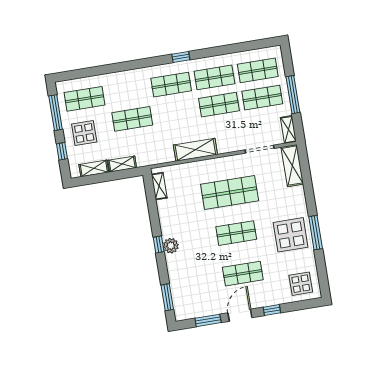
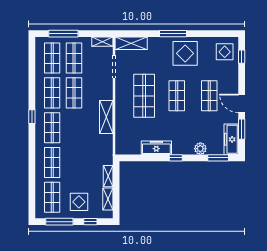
window: (293, 95) -> (63, 34), moved
shop shelf: (132, 119) -> (52, 163), moved
shelving: (159, 186) -> (130, 150), removed
freezer: (167, 218) -> (156, 148), added
window: (316, 233) -> (173, 34), moved
plant: (171, 246) -> (200, 149), moved
freezer: (193, 310) -> (231, 139), added
window: (272, 310) -> (242, 57), moved

